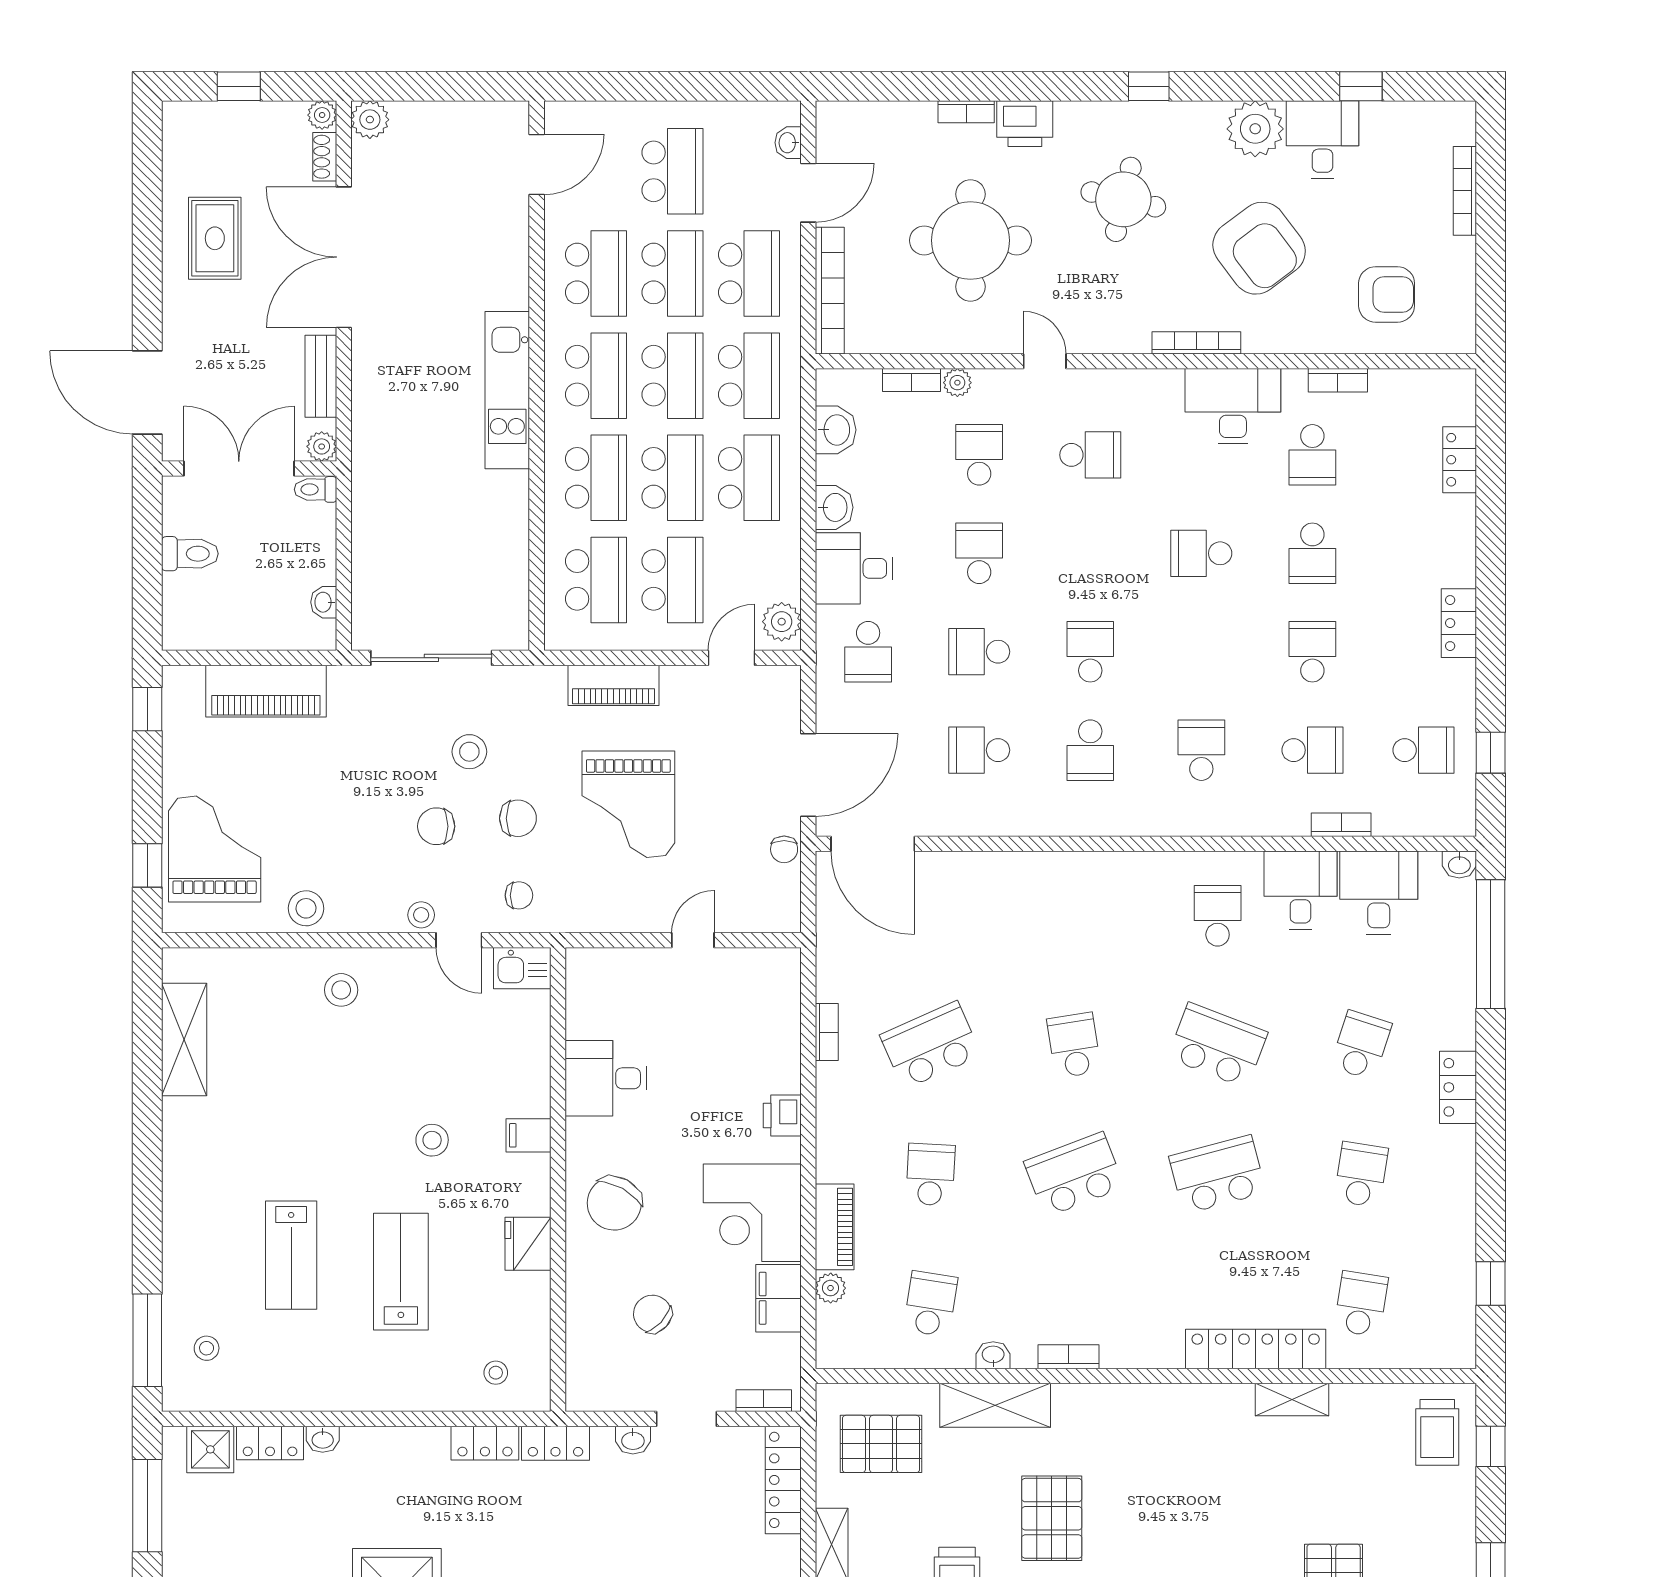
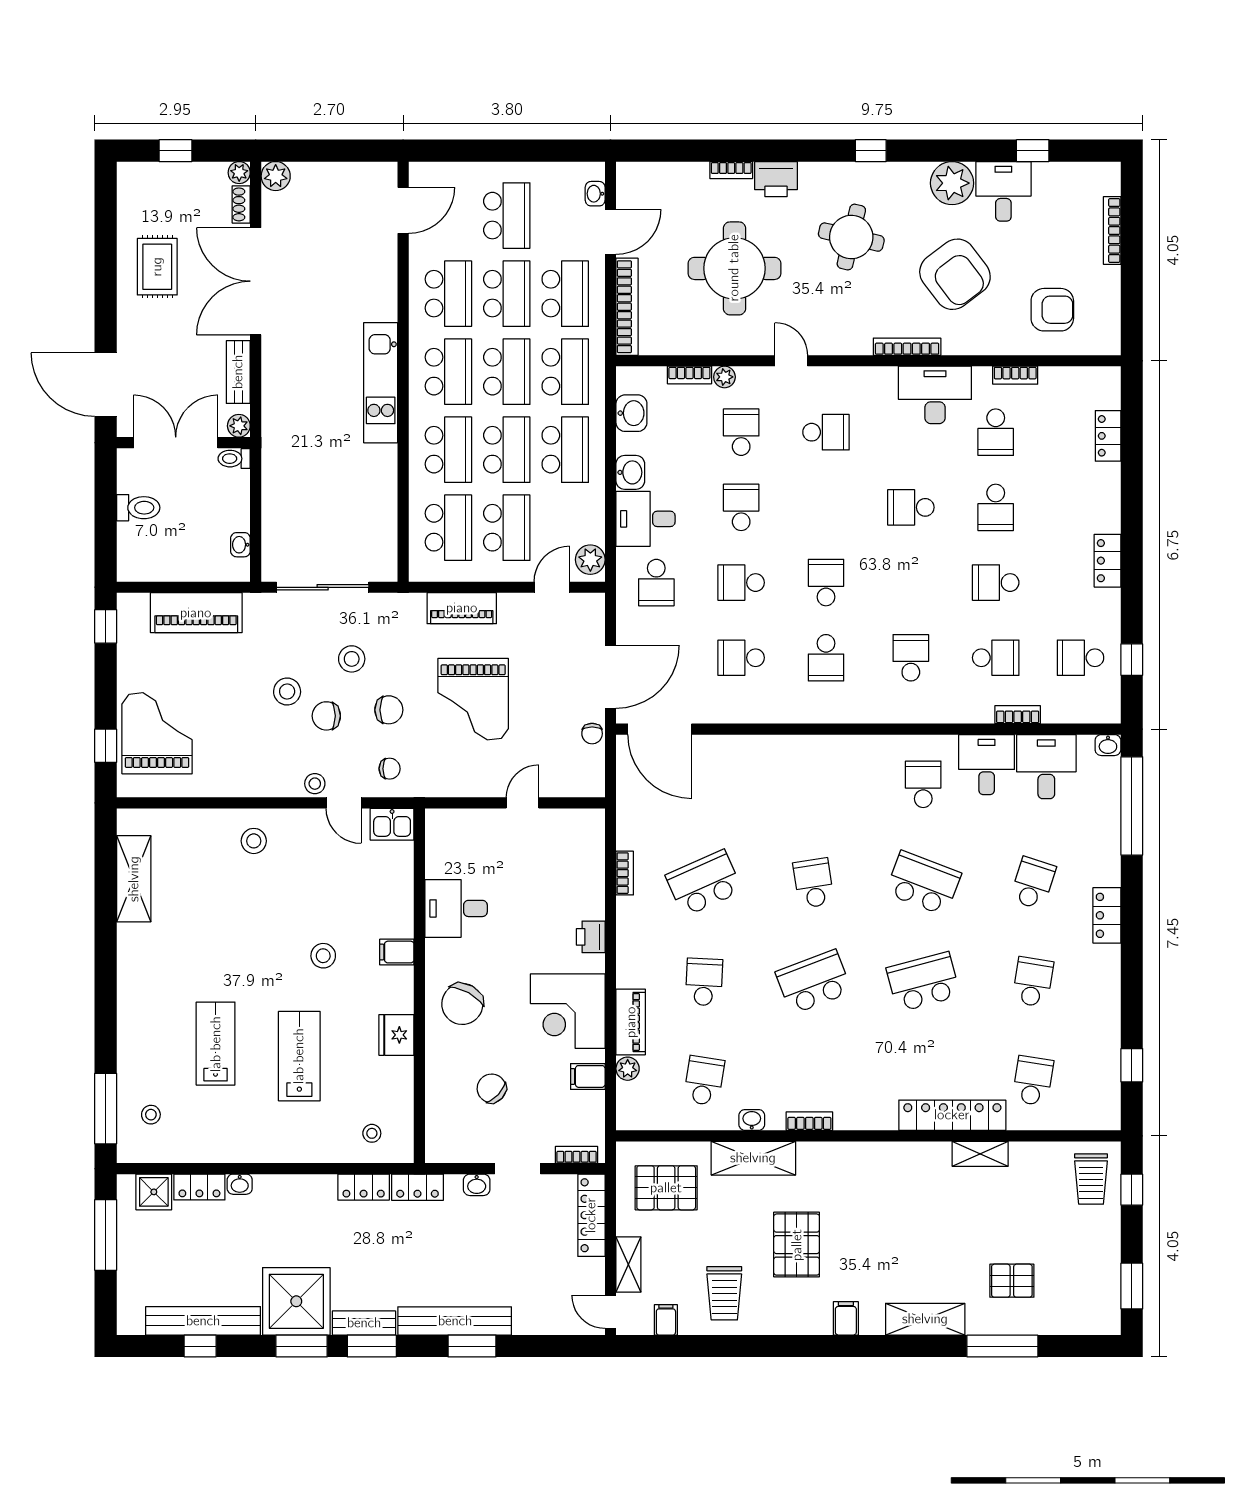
school desk: (1312, 652) -> (996, 583), turned -90
school desk: (1423, 750) -> (1081, 658), turned 180
stool: (306, 908) -> (287, 692), moved
lab bench: (291, 1255) -> (216, 1044), turned 180
filing cabinet: (778, 1298) -> (588, 1076), width x0.50

